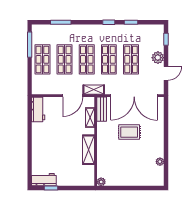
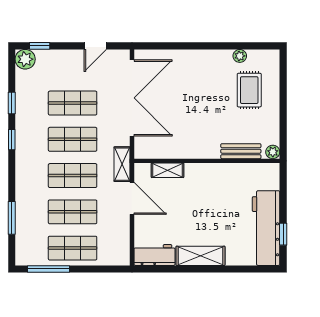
plant: (158, 58) -> (25, 59), moved
door: (166, 73) -> (95, 46), swing flipped
bench: (102, 109) -> (241, 151), moved
rug: (129, 132) -> (249, 90), moved
shelving: (89, 150) -> (200, 256), moved
workbench: (44, 180) -> (266, 228), width x1.88, depth x1.32

